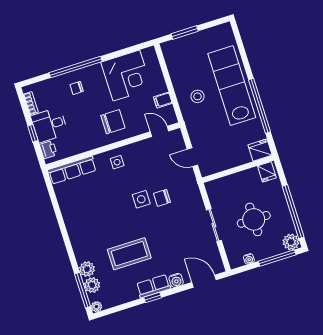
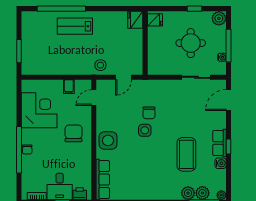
lab bench: (232, 86) -> (75, 26), width x0.54, depth x0.72
chair: (77, 88) -> (27, 149), moved
stool: (198, 96) -> (100, 65), moved
window: (260, 106) -> (61, 9), moved
side table: (117, 162) -> (108, 140), width x1.87, depth x1.87
window: (293, 212) -> (195, 9), width x0.32
sliding door: (214, 225) -> (196, 77), moved
window: (277, 258) -> (228, 46), moved
water cooler: (176, 280) -> (221, 163), moved

